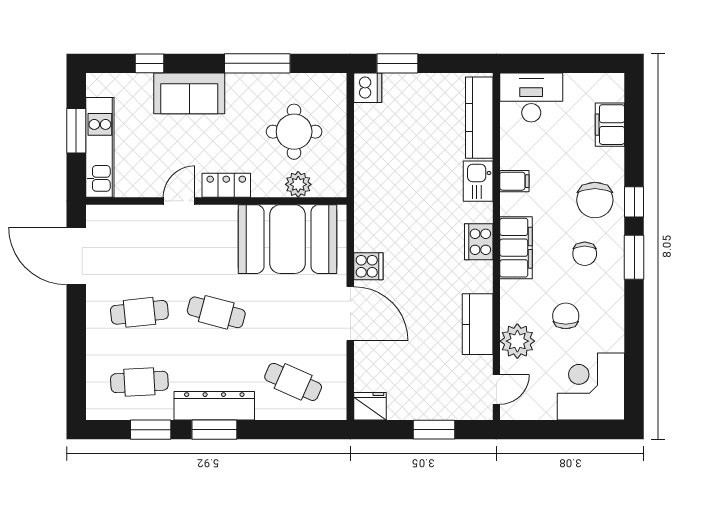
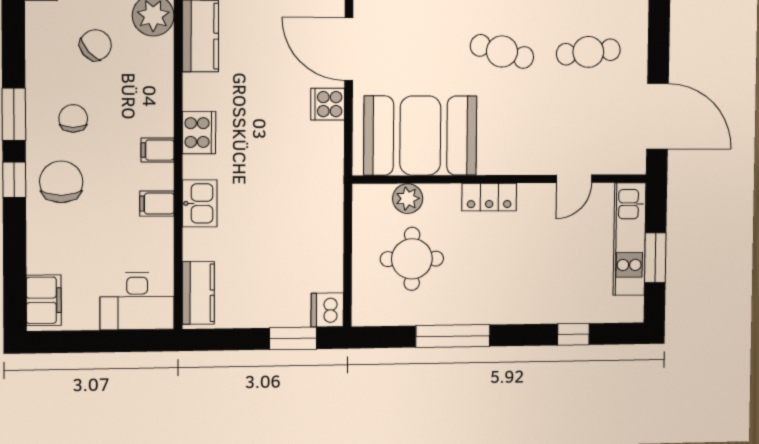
sofa: (189, 93) -> (530, 301), removed
kitchen counter: (479, 118) -> (198, 293), width x0.67
filing cabinet: (610, 125) -> (44, 300), moved
door: (179, 201) -> (574, 179), moved
filing cabinet: (516, 248) -> (158, 150), width x0.33, depth x0.86
chair: (566, 316) -> (96, 45), turned -131

